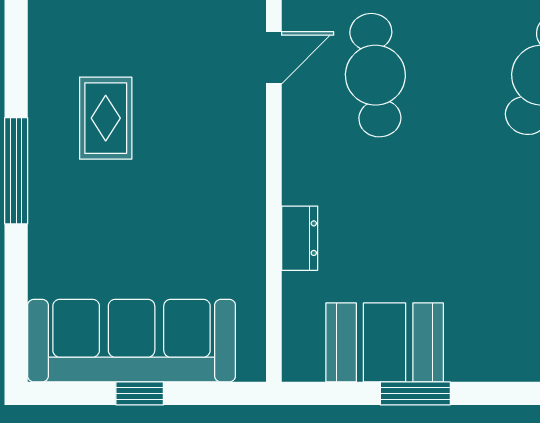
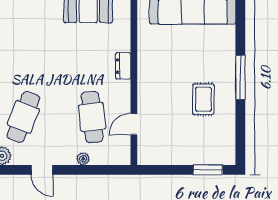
dresser: (300, 238) -> (123, 66), moved

